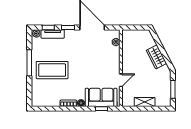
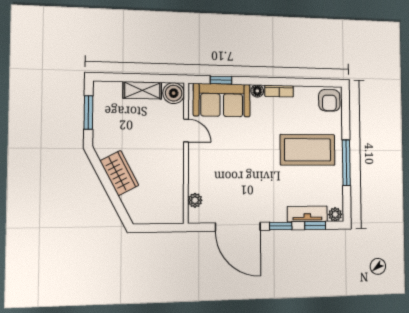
door: (121, 80) -> (186, 130), swing flipped
armchair: (39, 99) -> (329, 100), added
boiler: (128, 101) -> (174, 93), added

